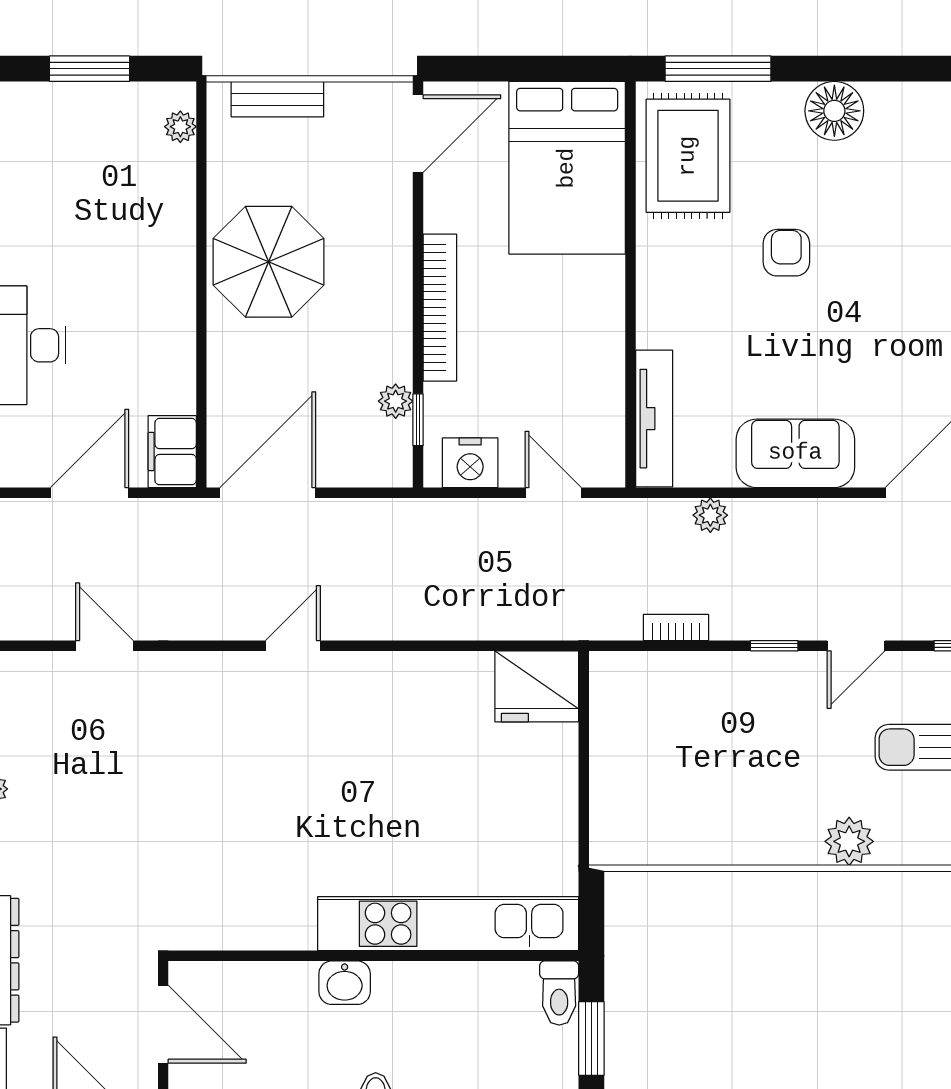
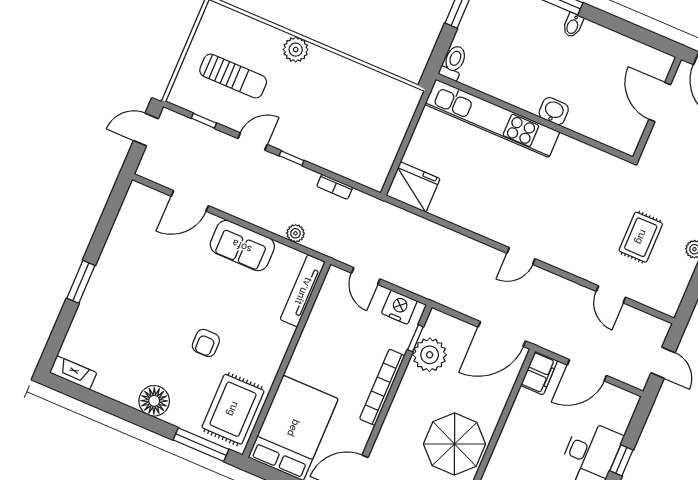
plant: (396, 401) -> (430, 355), width x1.88, depth x1.88
rug: (95, 770) -> (641, 237), added
kitchen unit: (448, 924) -> (492, 118), moved
wall: (373, 956) -> (534, 118), moved
washbasin: (345, 983) -> (554, 111), moved
toilet: (559, 993) -> (454, 63), moved

